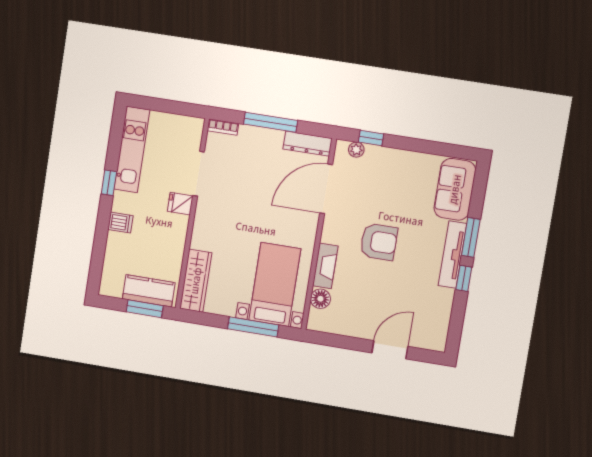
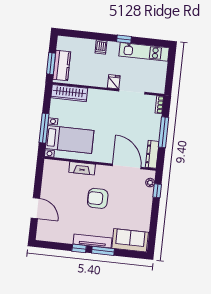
armchair: (379, 242) -> (98, 198), turned 90
floor lamp: (320, 299) -> (63, 166), removed

